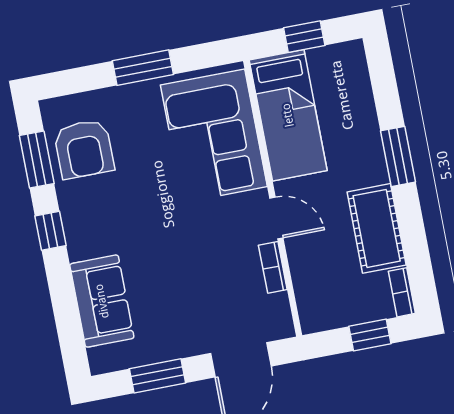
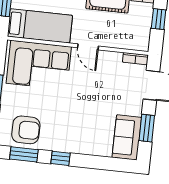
door: (276, 218) -> (88, 47), swing flipped
bookcase: (273, 267) -> (135, 59), moved
sofa: (102, 301) -> (127, 137), moved, turned -90

